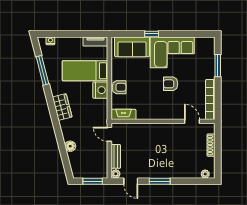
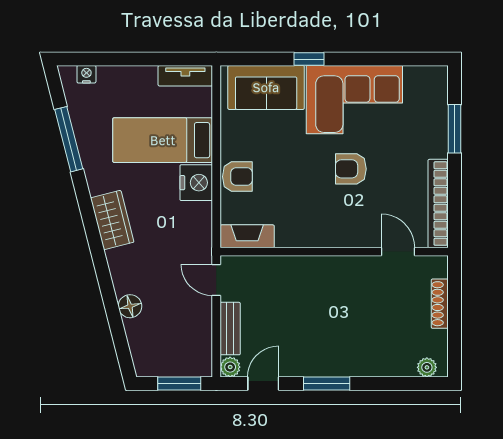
door: (131, 181) -> (263, 383), swing flipped

